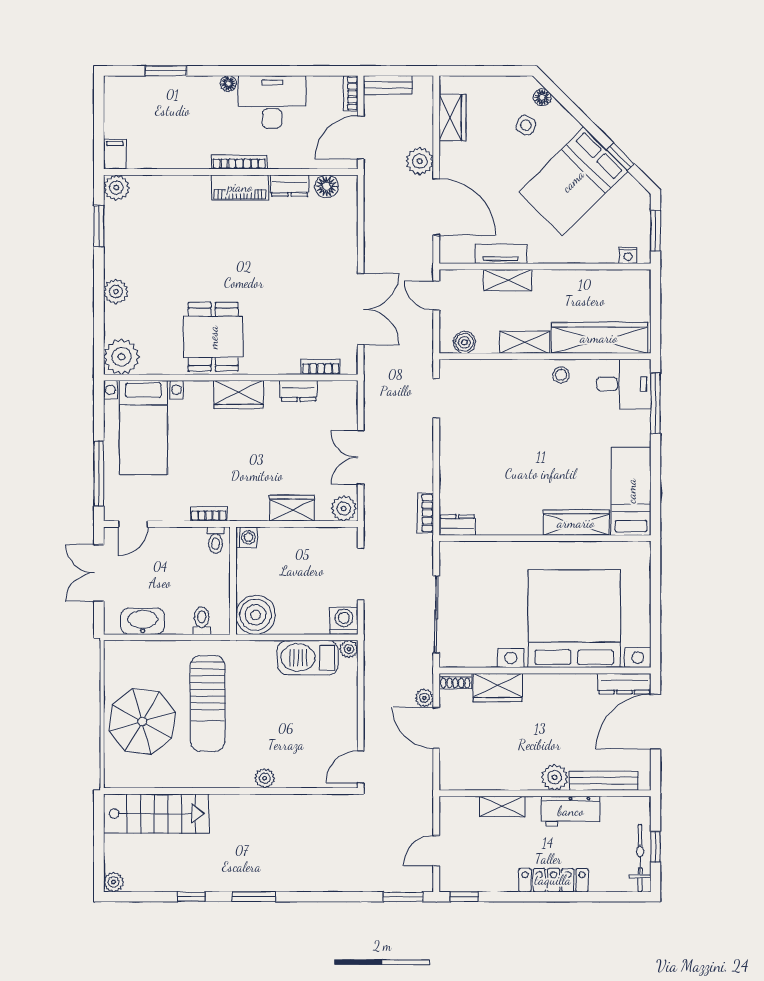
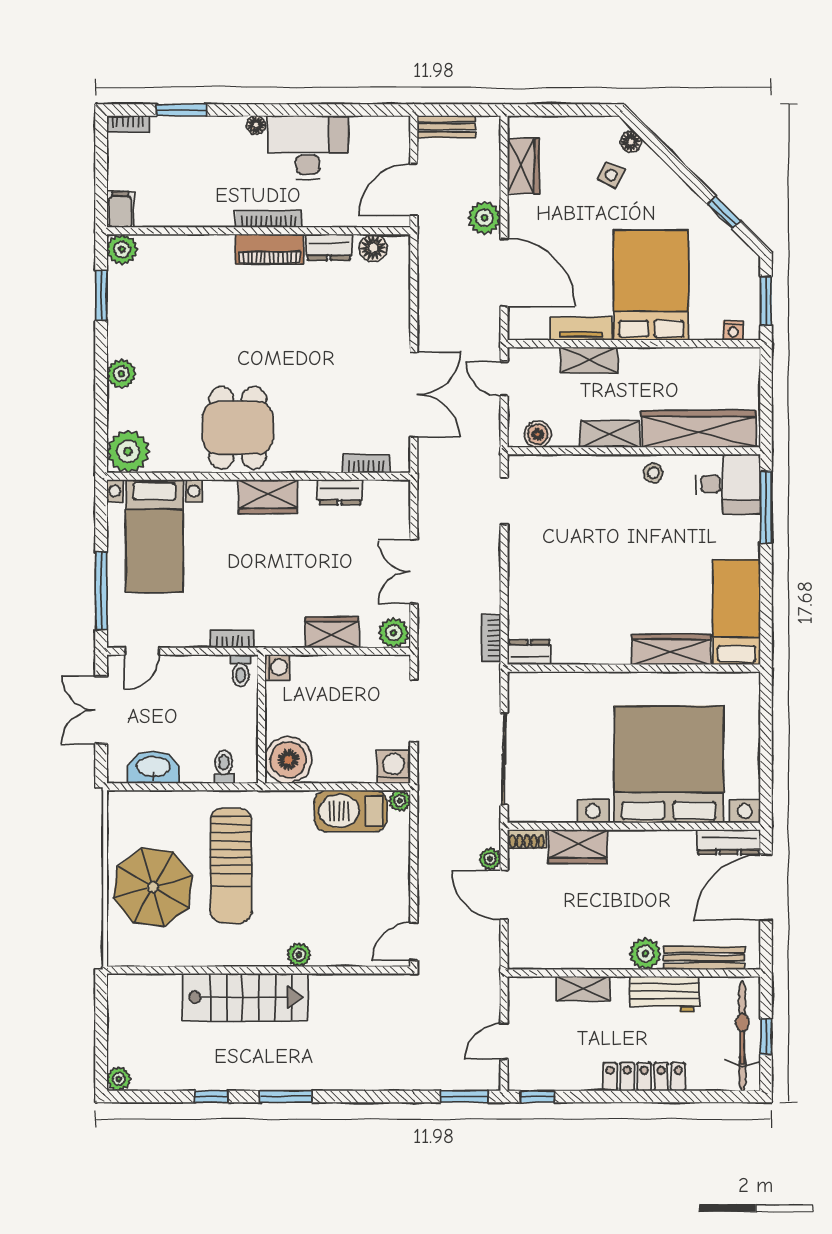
bookcase: (351, 93) -> (128, 124), moved, turned -90
bed: (573, 181) -> (651, 285), moved, turned 135
stairs: (156, 814) -> (245, 997), moved
bicycle: (640, 858) -> (742, 1036), width x1.37, depth x1.40

